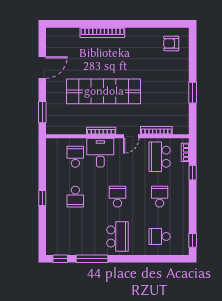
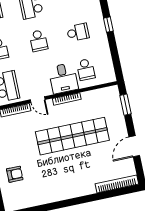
bookcase: (102, 33) -> (117, 184), moved
armchair: (171, 43) -> (15, 174), moved
door: (131, 136) -> (38, 100), swing flipped
school desk: (75, 197) -> (78, 32), turned 90

